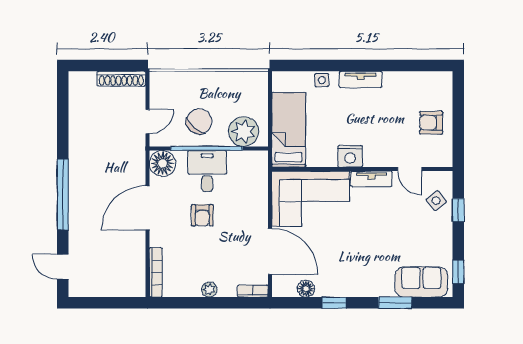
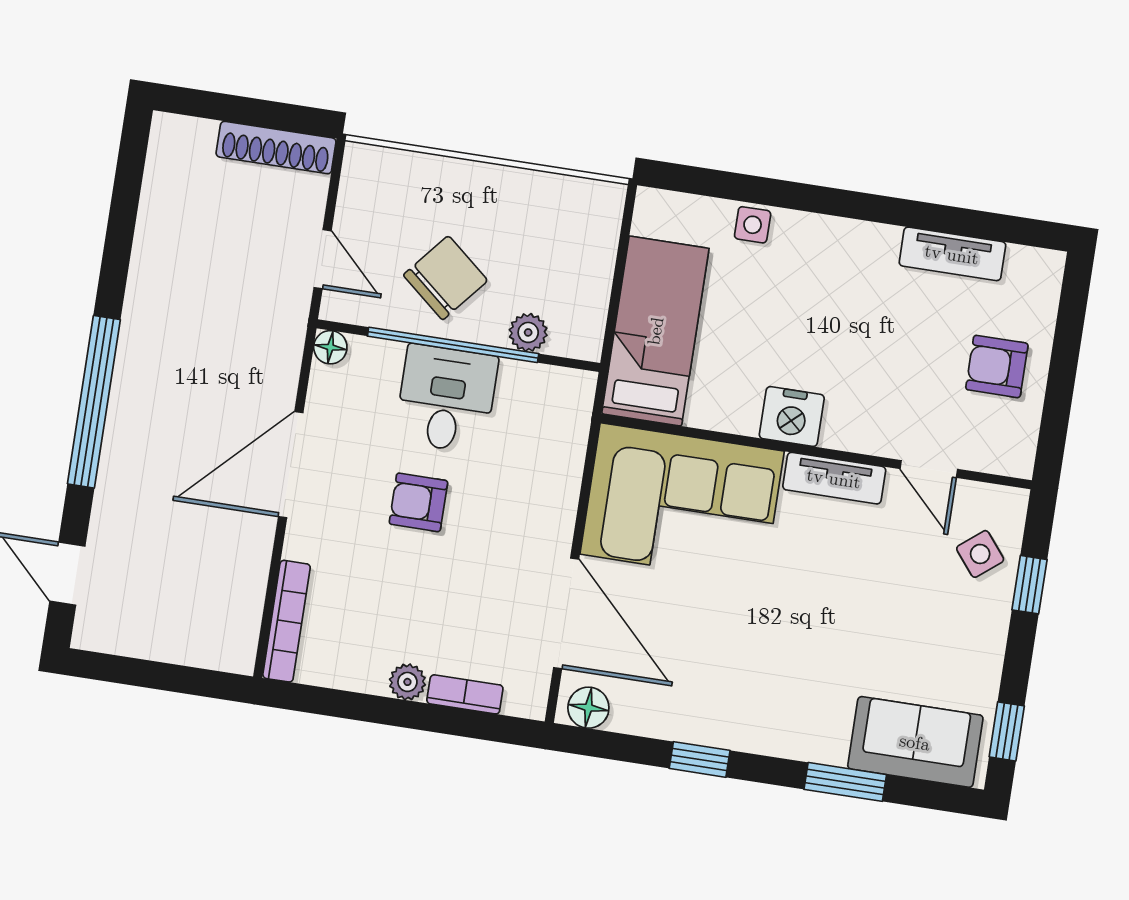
tv unit: (361, 79) -> (952, 254), moved
door: (148, 122) -> (323, 259), hinge flipped
plant: (244, 132) -> (528, 332), width x0.53, depth x0.53
floor lamp: (162, 163) -> (330, 347), width x0.53, depth x0.53
armchair: (202, 215) -> (418, 502), turned 90
floor lamp: (306, 289) -> (588, 708), moved
bookcase: (253, 291) -> (465, 694), moved

